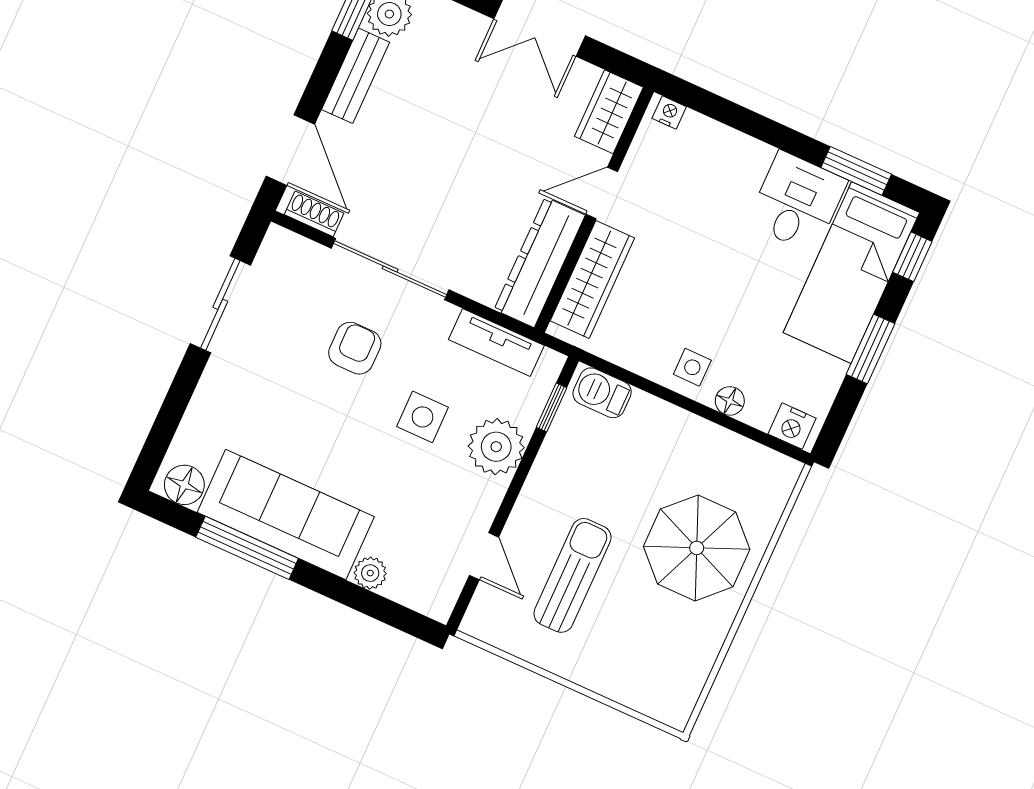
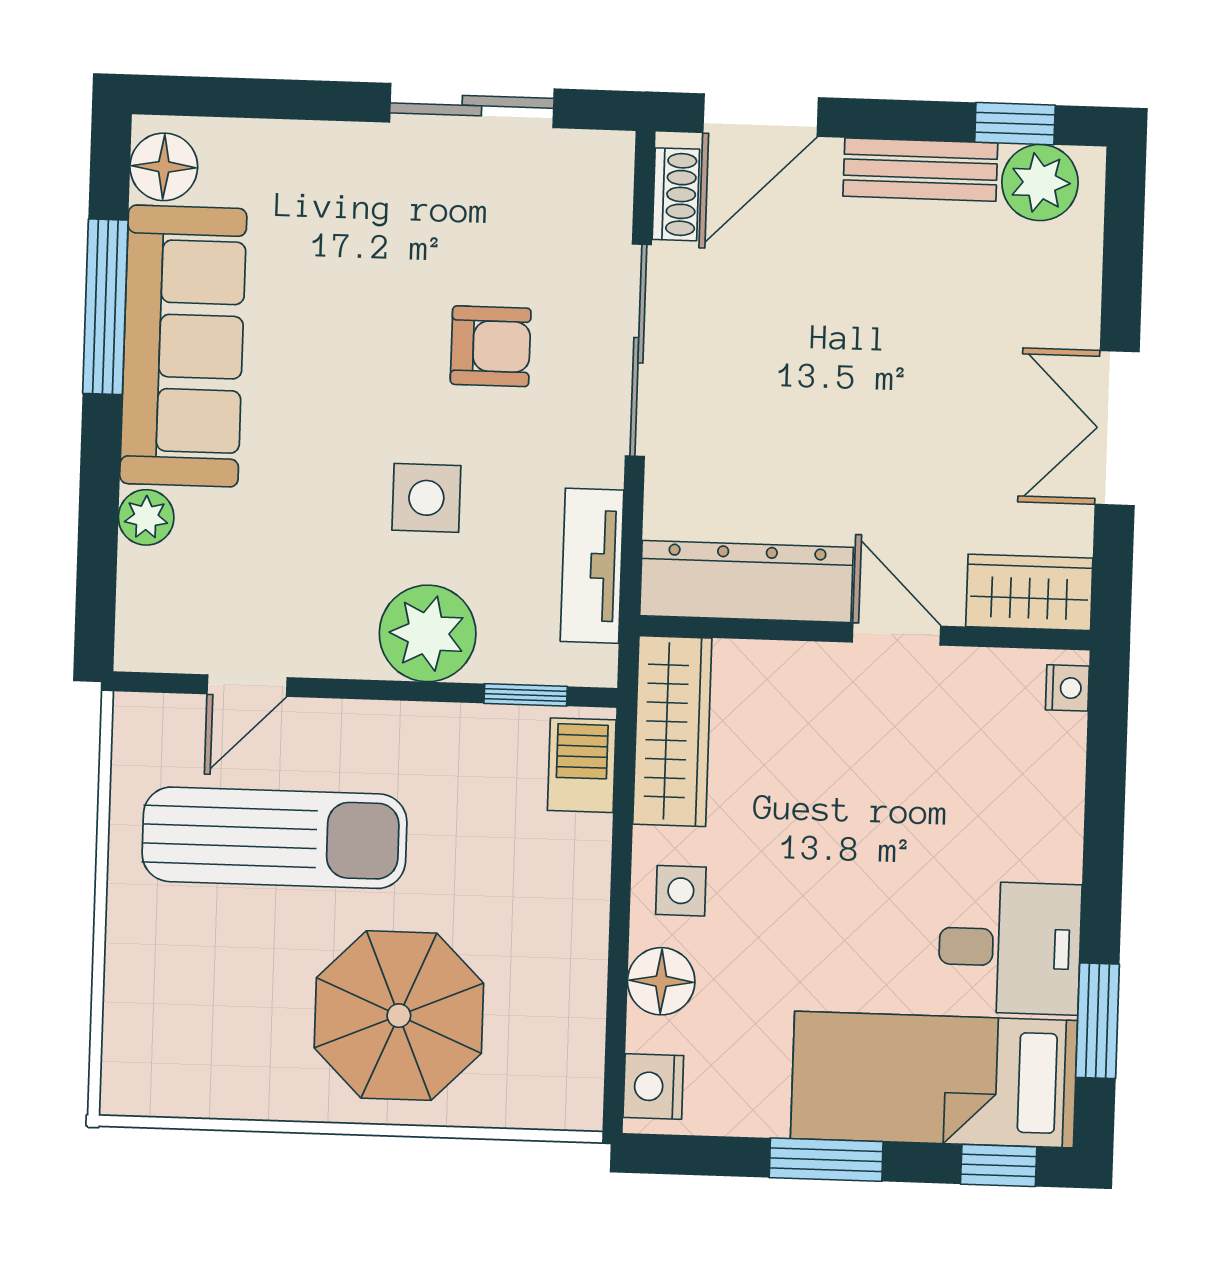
wardrobe: (592, 279) -> (672, 731), moved, turned -90
floor lamp: (730, 401) -> (661, 981), width x1.37, depth x1.37
sun lounger: (572, 575) -> (274, 838), width x1.36, depth x1.34

